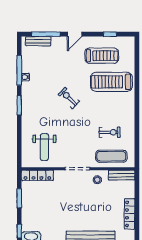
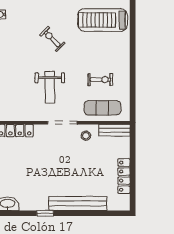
weight bench: (44, 147) -> (50, 87), moved

